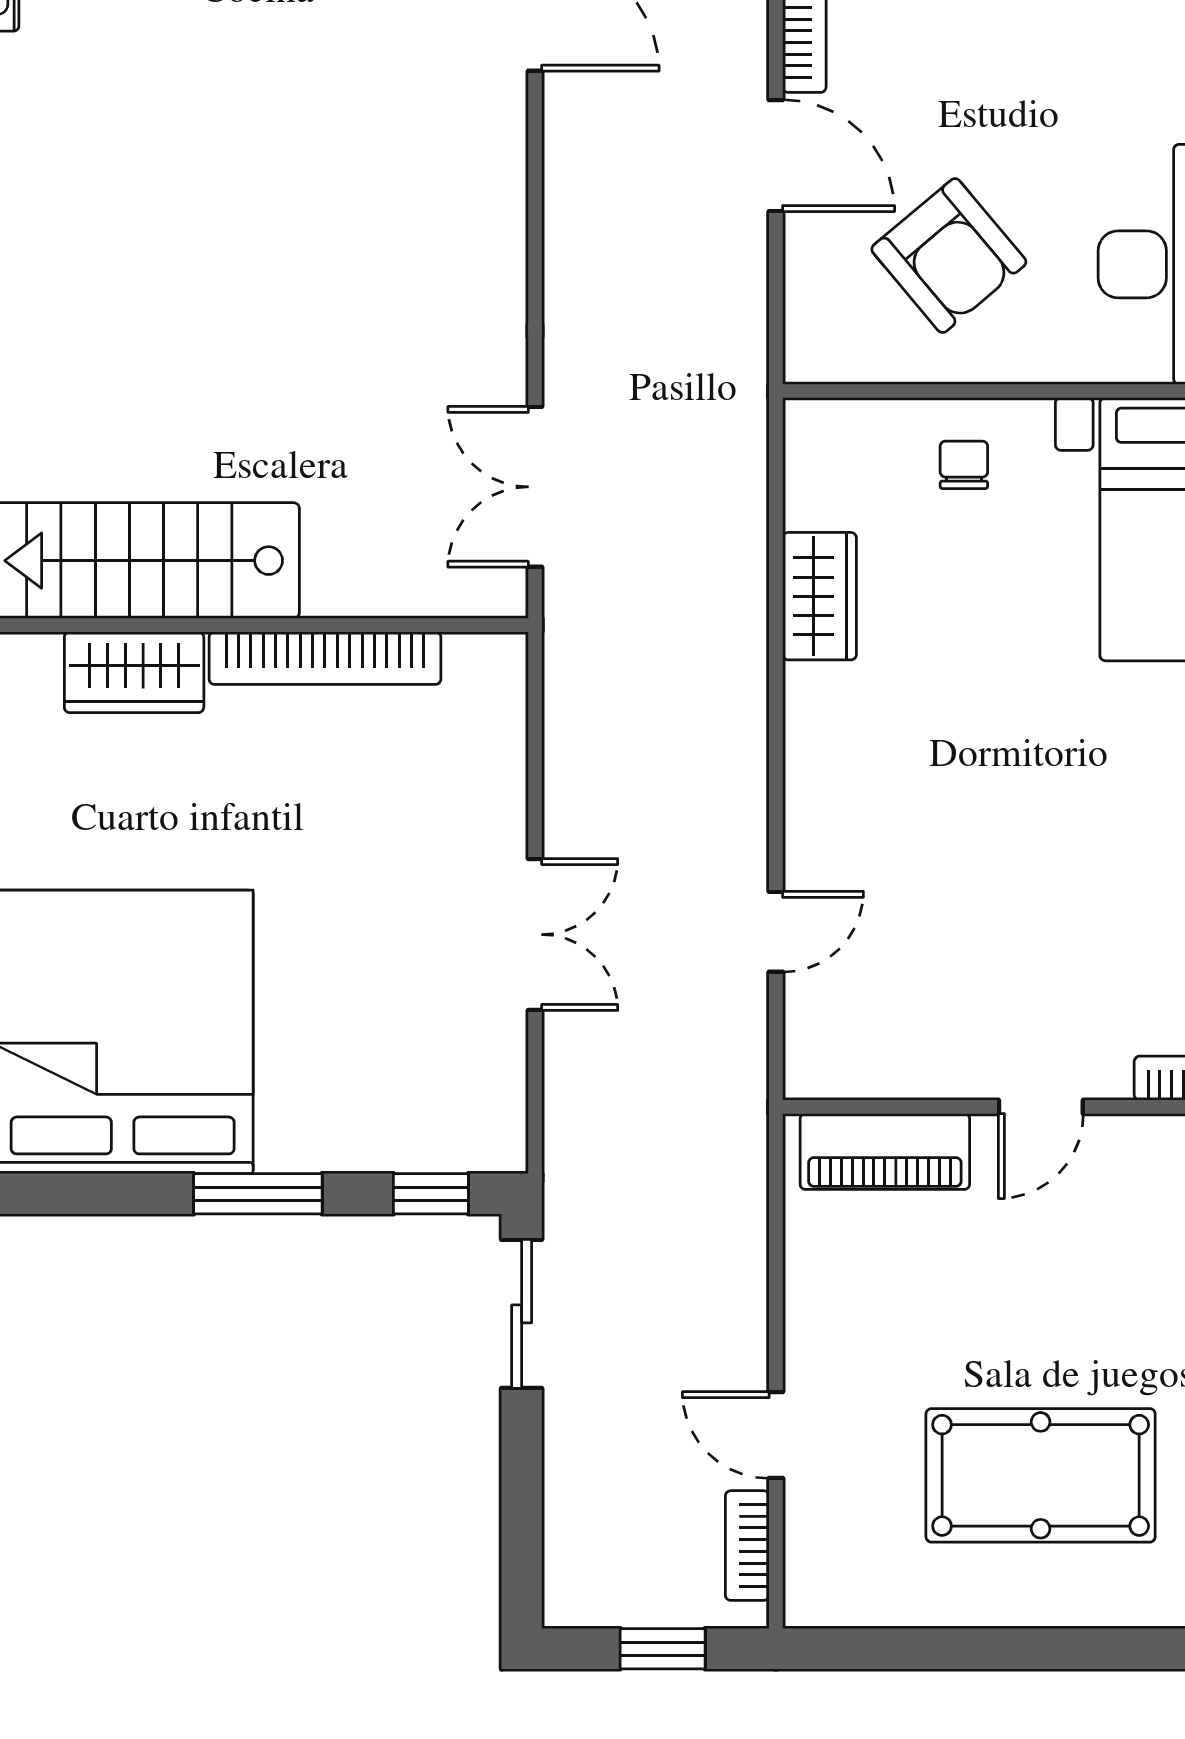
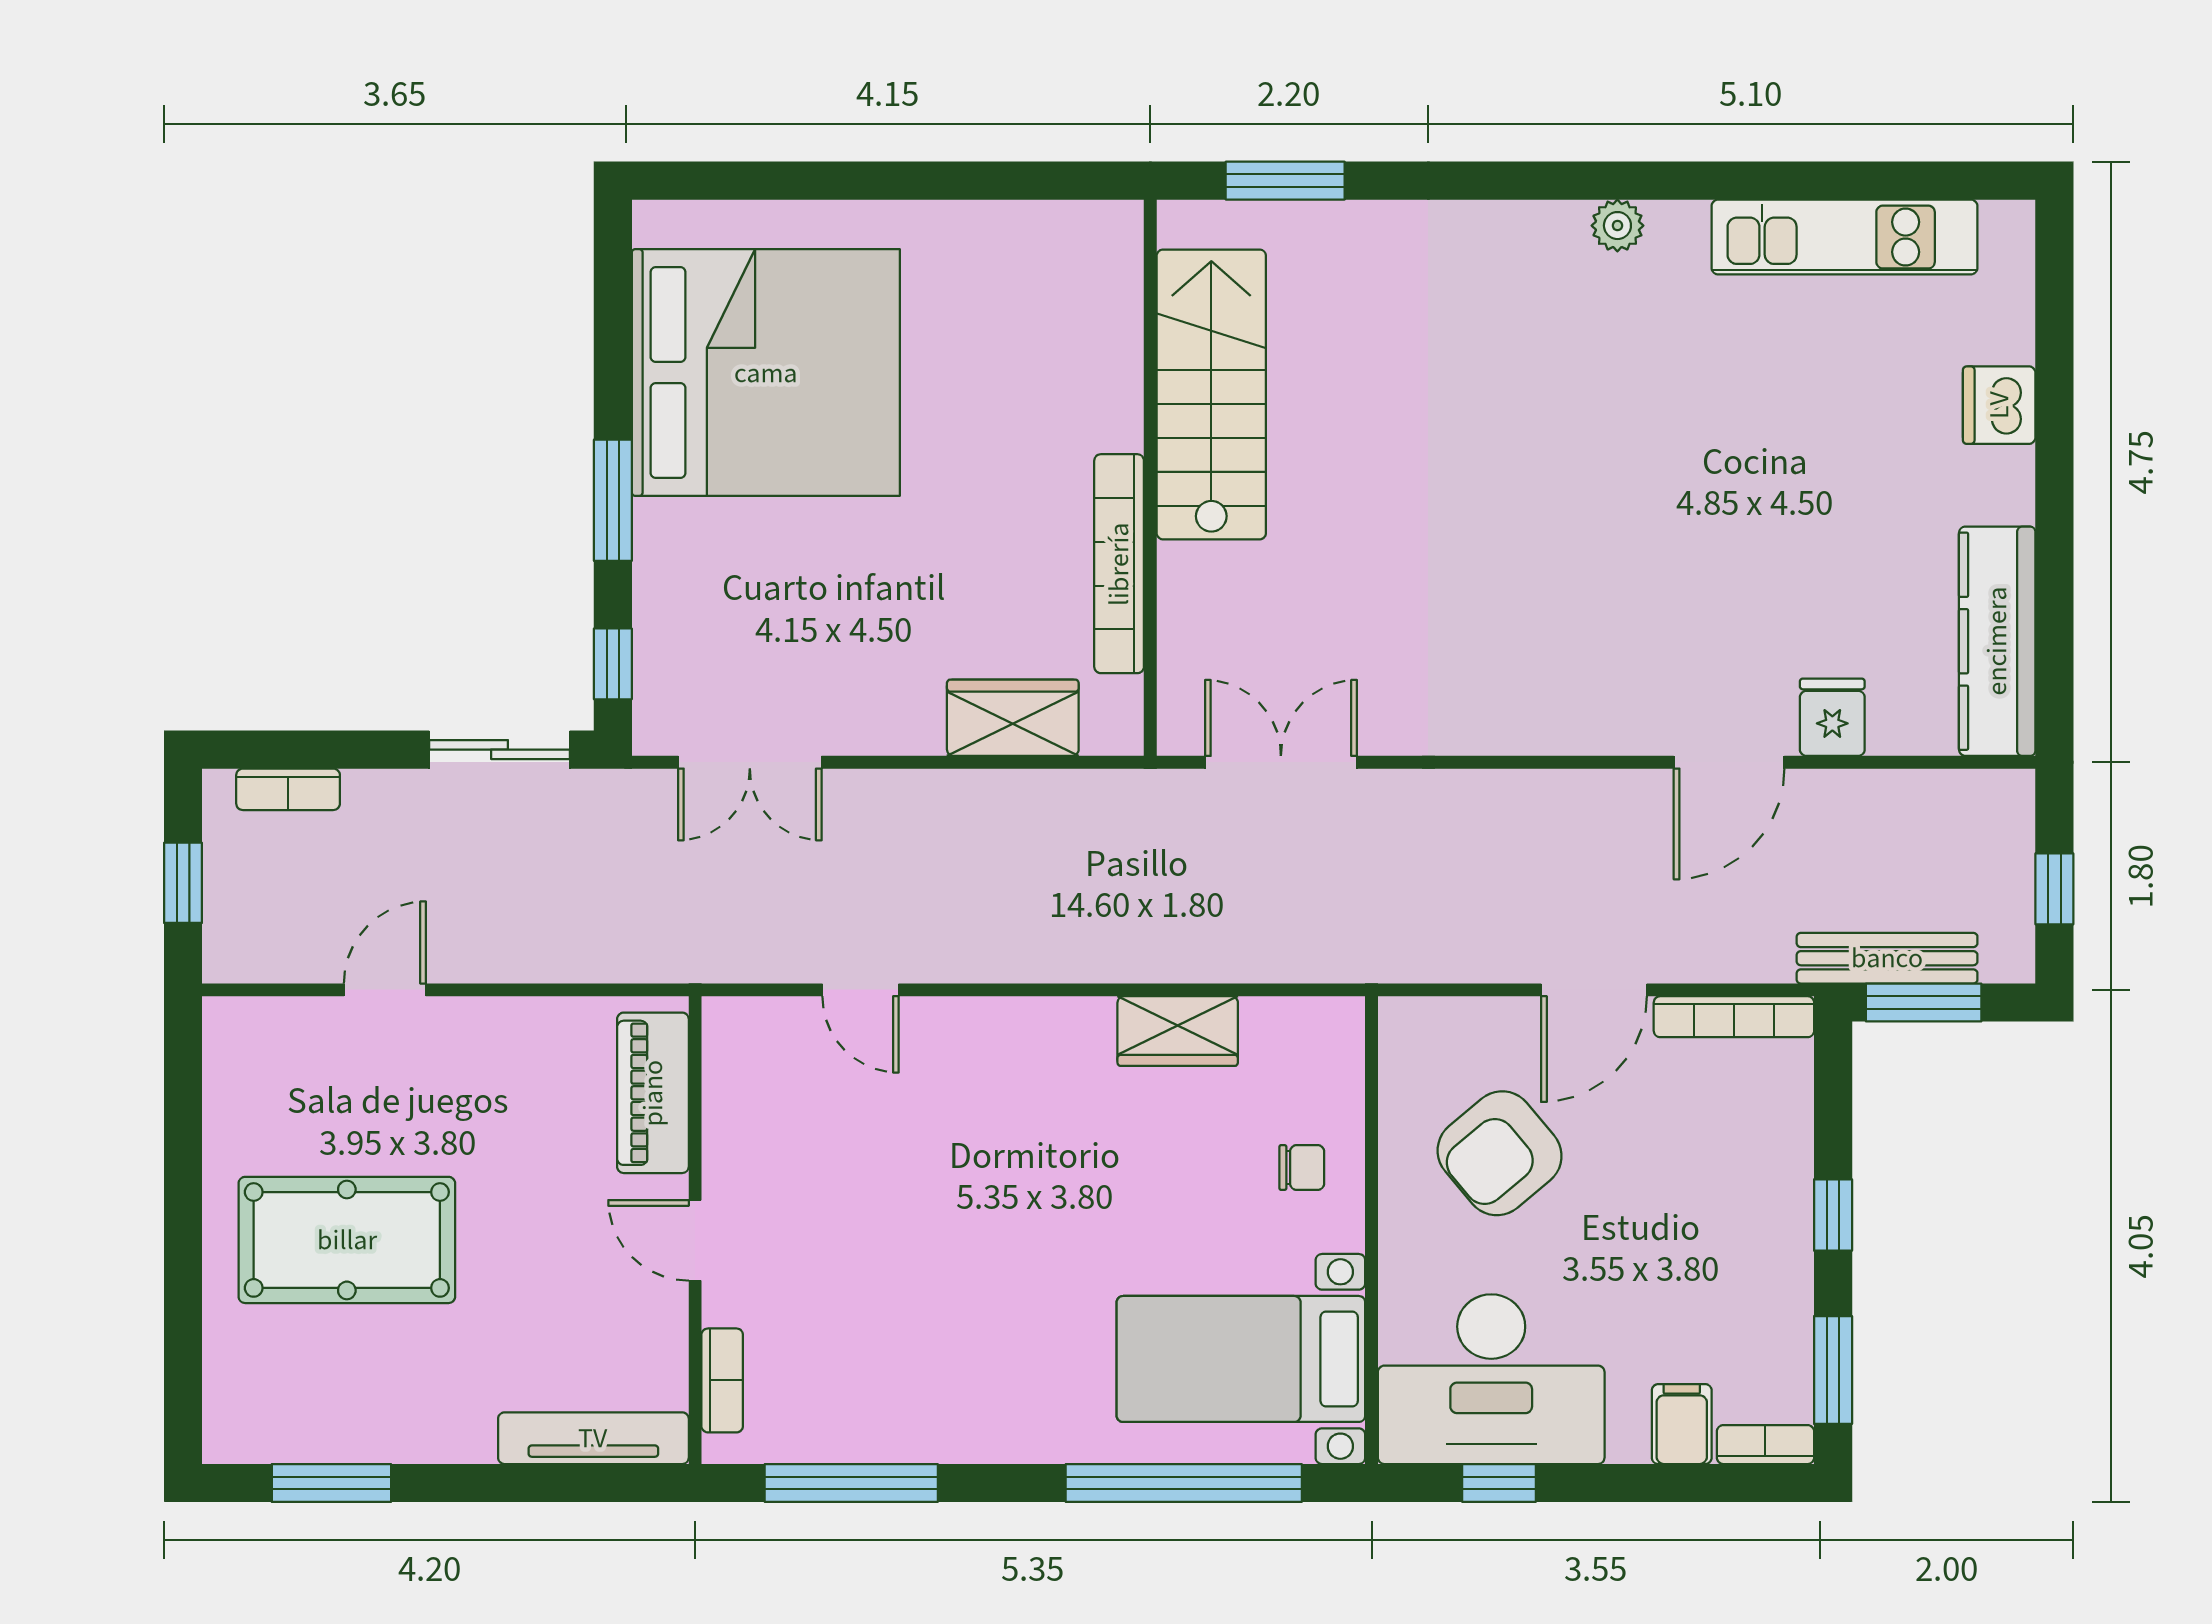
wardrobe: (134, 672) -> (1013, 718), moved, turned 90
double door: (535, 935) -> (750, 762), moved
pool table: (1041, 1475) -> (347, 1240), turned 90
bookcase: (747, 1546) -> (288, 789), moved, turned 180

